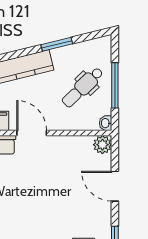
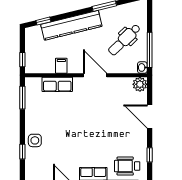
window: (115, 85) -> (150, 50), moved
door: (32, 133) -> (95, 75), moved

